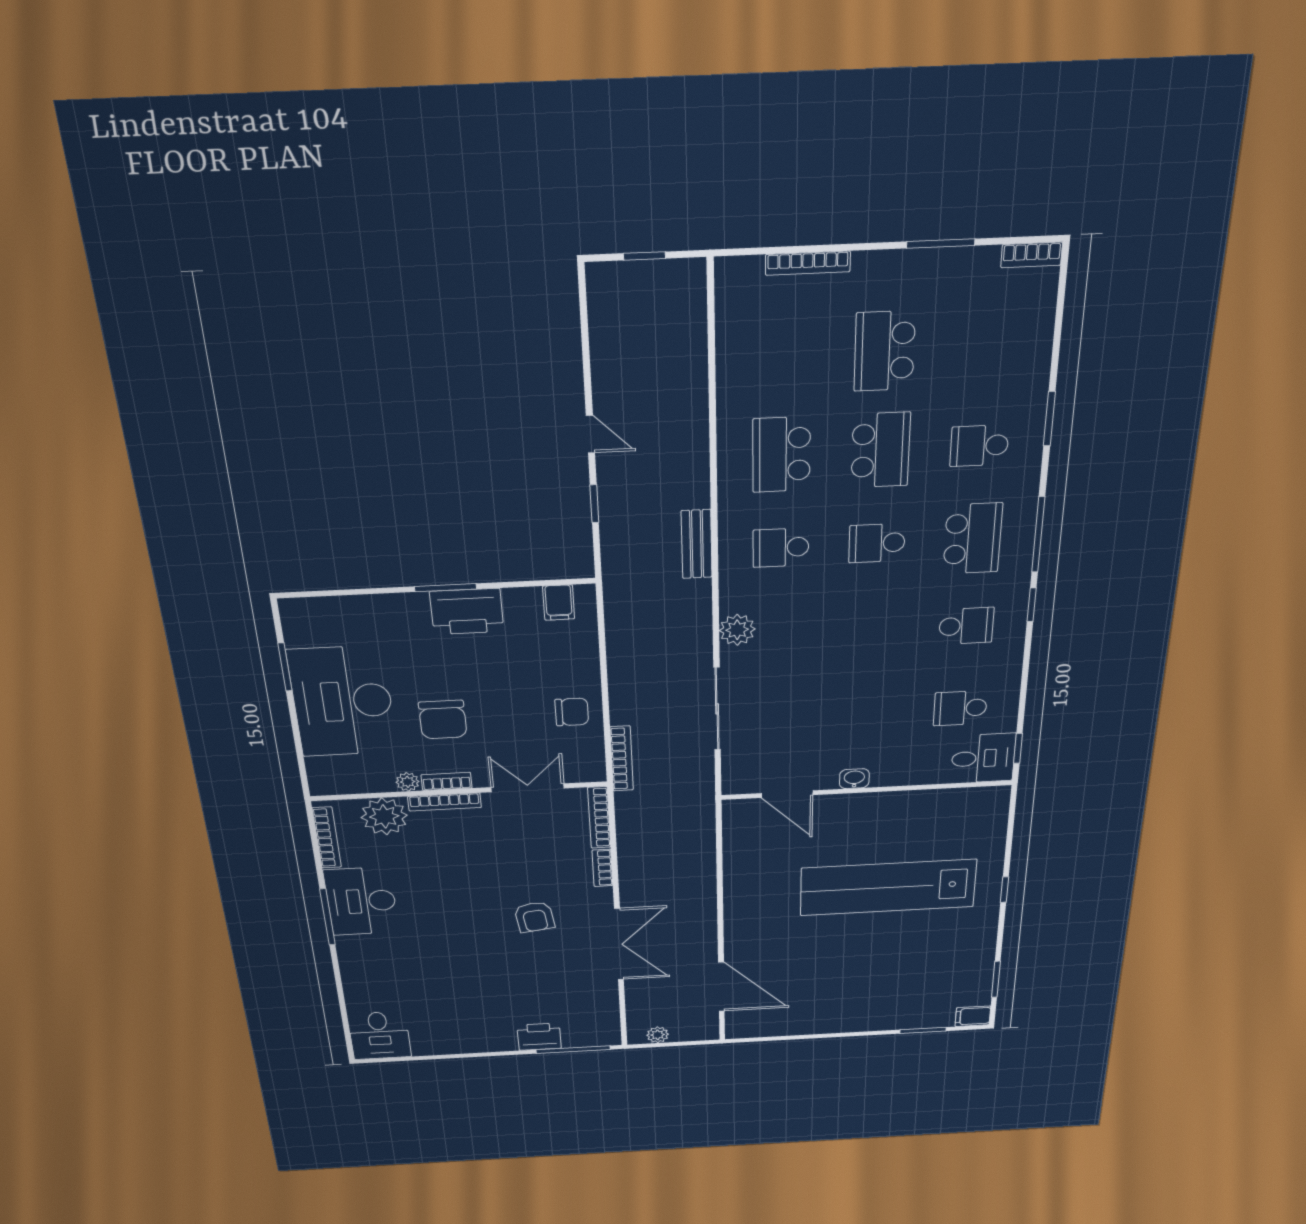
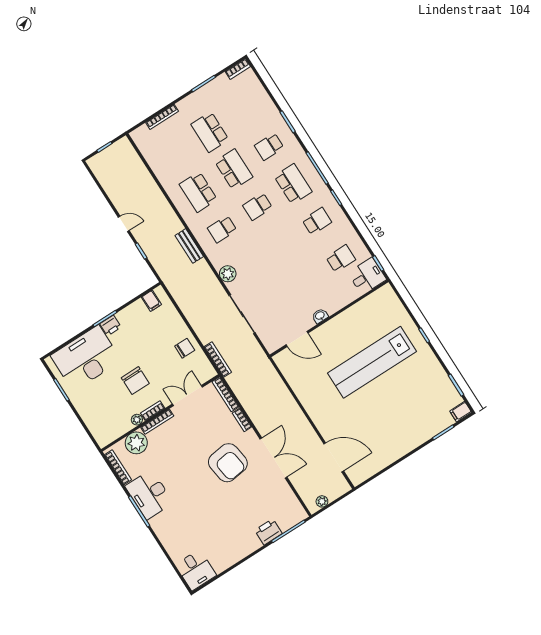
printer: (467, 612) -> (110, 325), width x0.53, depth x0.68
desk: (342, 701) -> (86, 358), moved, turned 90
school desk: (960, 708) -> (341, 259), turned 180
armchair: (534, 917) -> (228, 463), width x1.88, depth x1.88

